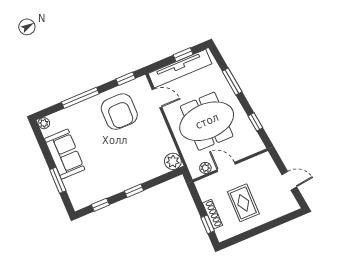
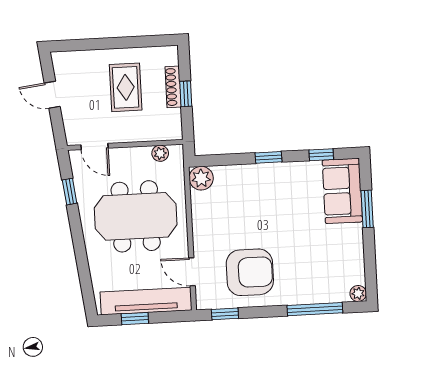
window: (232, 81) -> (81, 258), removed
window: (80, 98) -> (315, 309), moved
armchair: (119, 112) -> (250, 272), turned 90
sofa: (65, 154) -> (342, 191), moved
door: (226, 167) -> (95, 146), moved
window: (208, 224) -> (186, 94), moved

